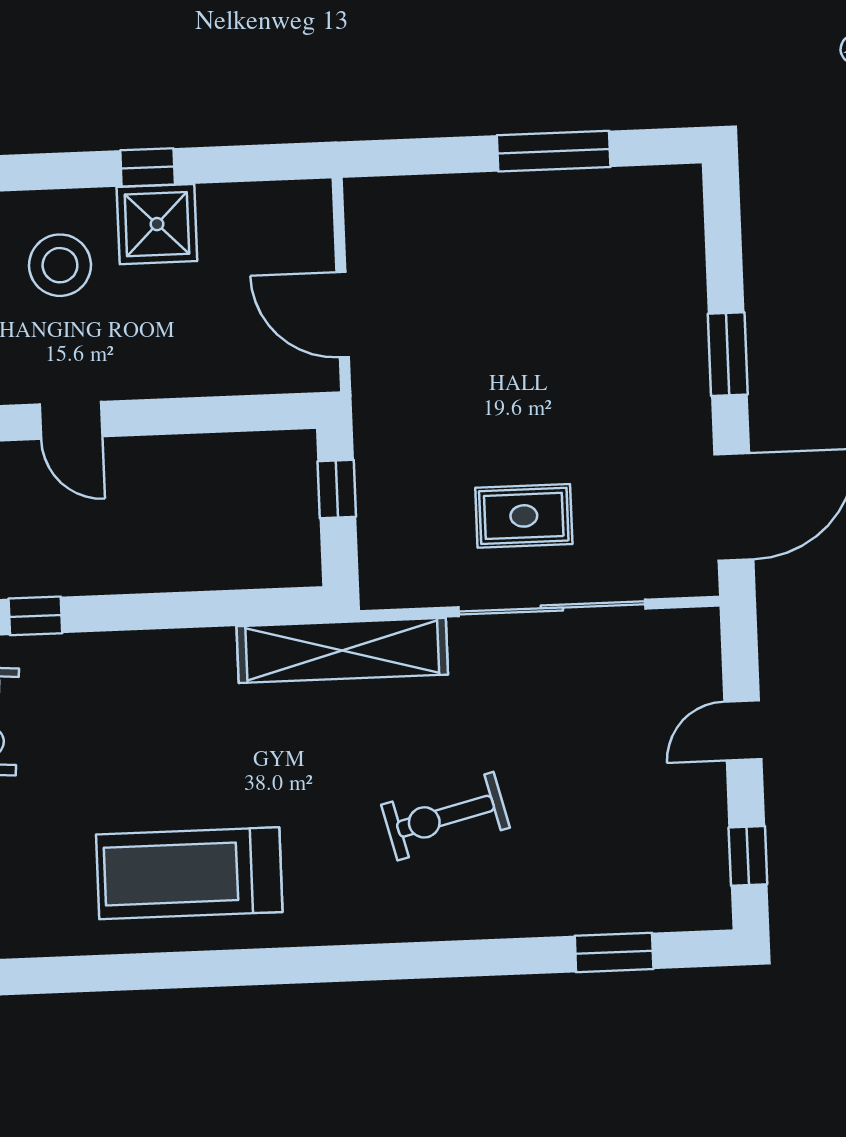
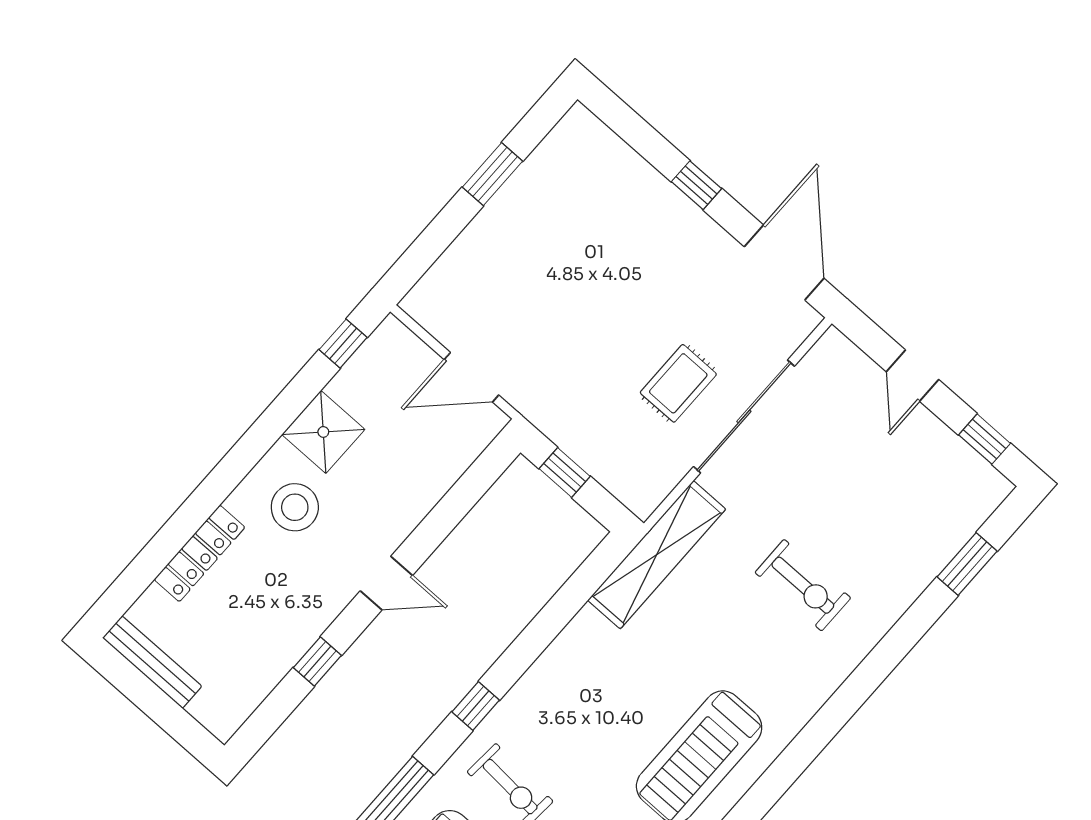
window: (554, 151) -> (492, 174), width x0.69
window: (148, 167) -> (343, 344), moved
window: (728, 354) -> (697, 185), width x0.67
exercise bike: (446, 816) -> (803, 585), turned -76

